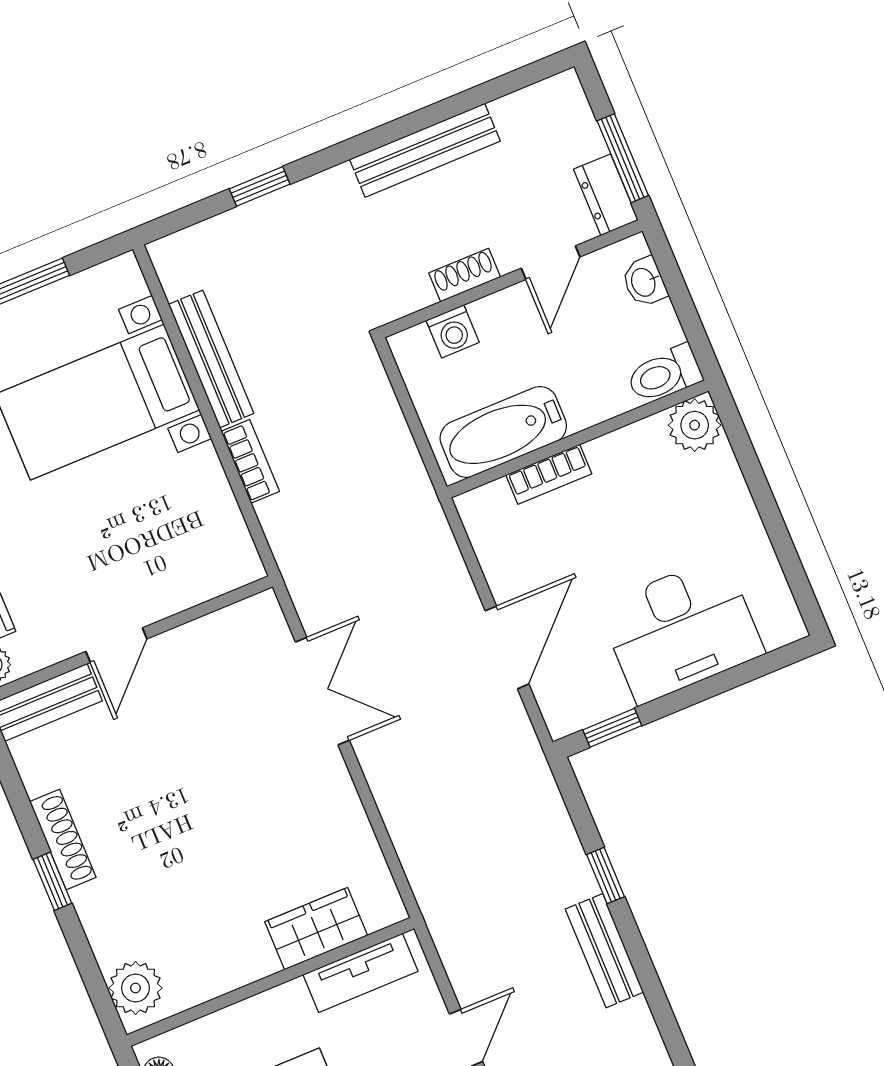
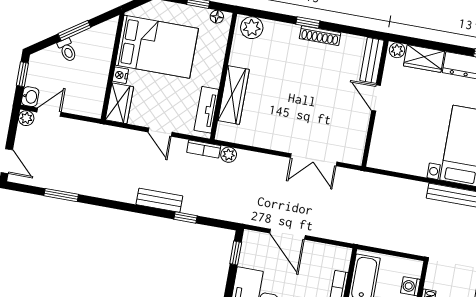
bookcase: (250, 461) -> (204, 149), moved
plant: (423, 870) -> (229, 155), added
wardrobe: (316, 929) -> (234, 95), width x1.50

